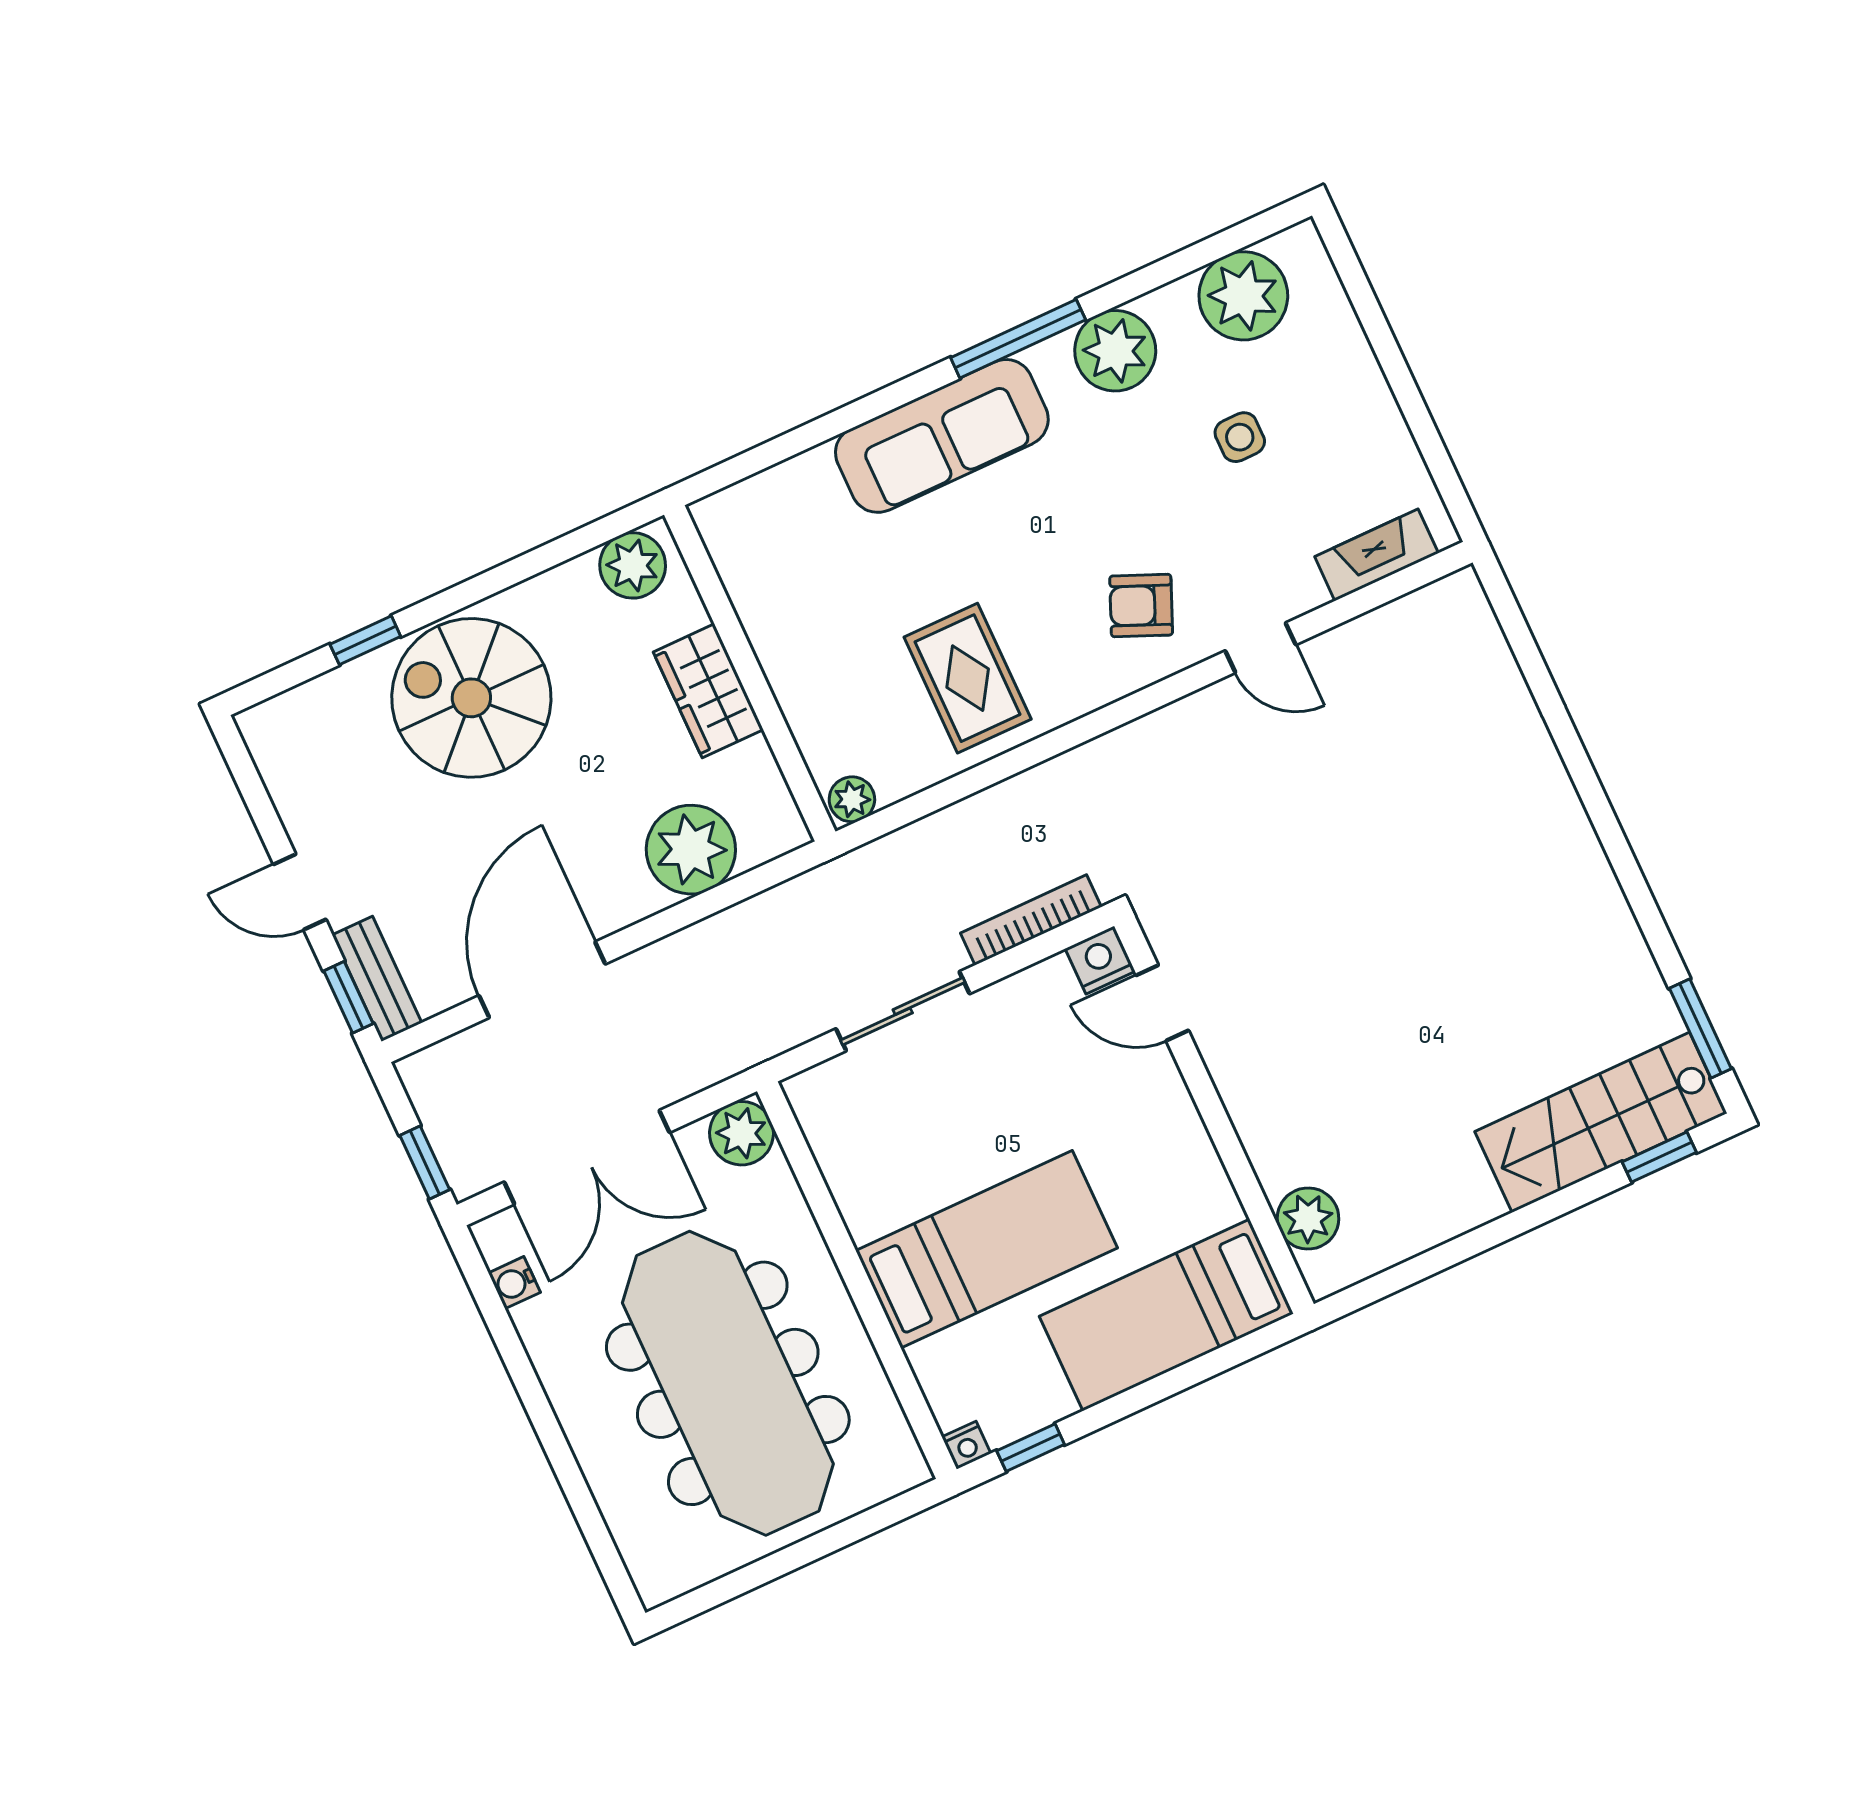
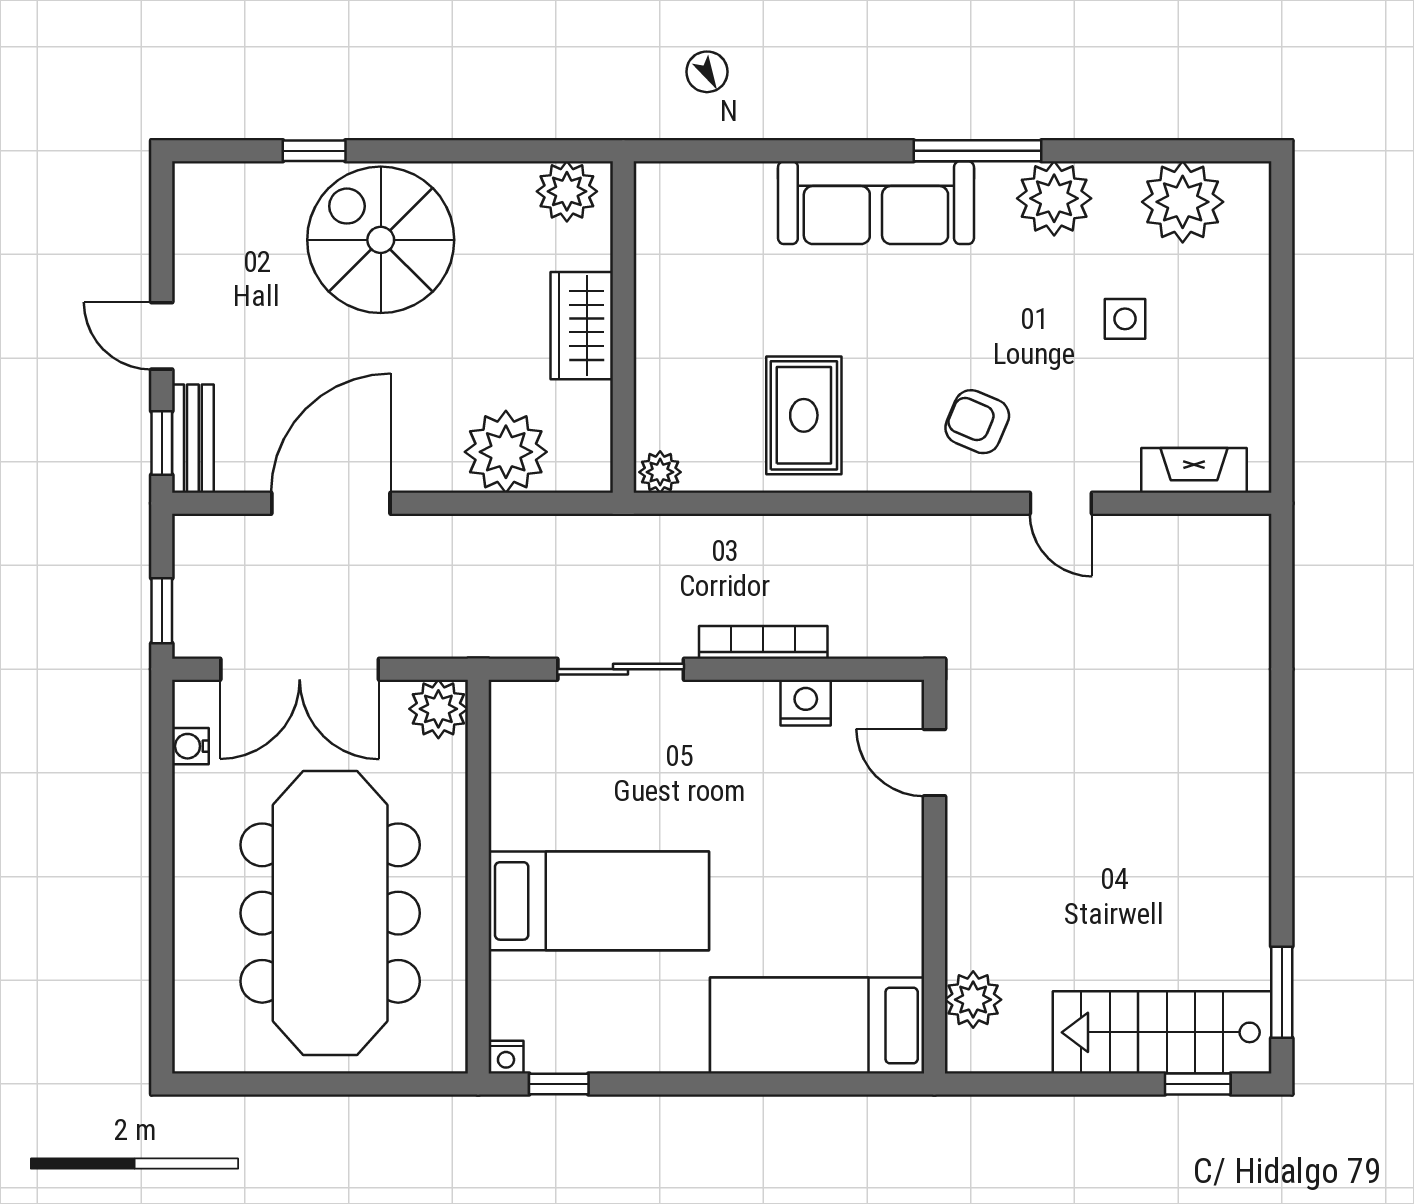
door: (1162, 1003) -> (934, 763), moved
wall: (1214, 1115) -> (934, 877), moved
plant: (1308, 1219) -> (973, 1000), moved
bed: (1166, 1315) -> (817, 1025), moved

